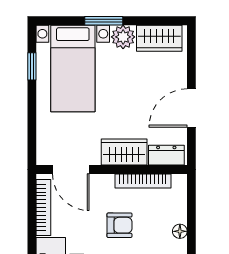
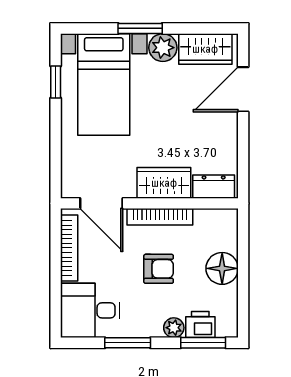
door: (191, 108) -> (243, 89), moved
bookcase: (143, 181) -> (160, 217), moved
floor lamp: (180, 231) -> (222, 268), width x1.89, depth x1.89

